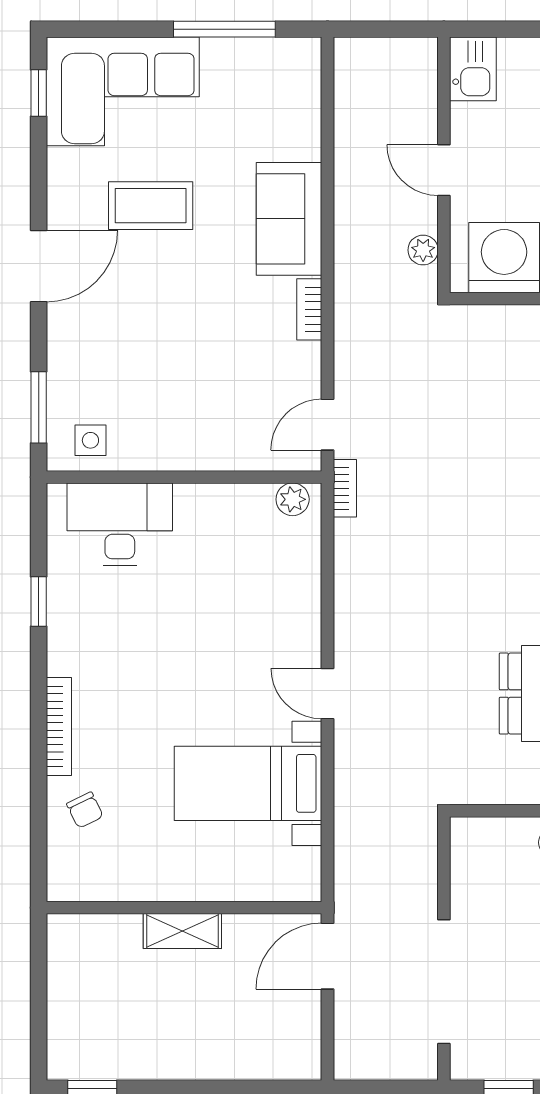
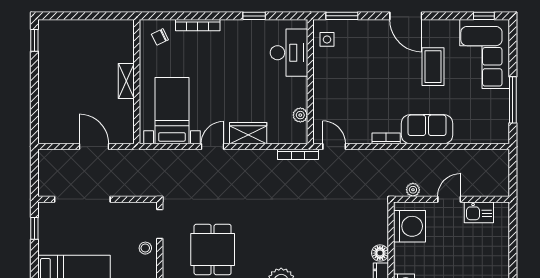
kitchen sink: (473, 69) -> (479, 212), moved
bookcase: (345, 488) -> (298, 154), width x1.56
plant: (293, 499) -> (300, 115), moved
wardrobe: (298, 615) -> (248, 133), added
doorway: (499, 811) -> (160, 224), added
wall: (184, 908) -> (137, 82), moved
shelving: (182, 931) -> (126, 81), moved

